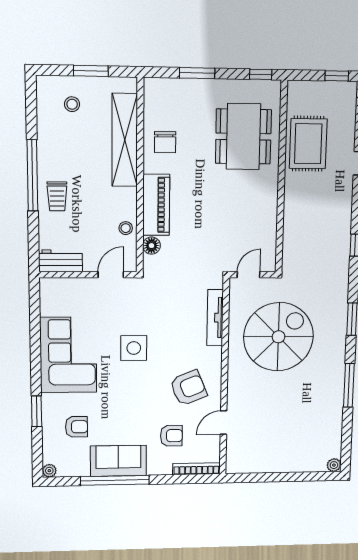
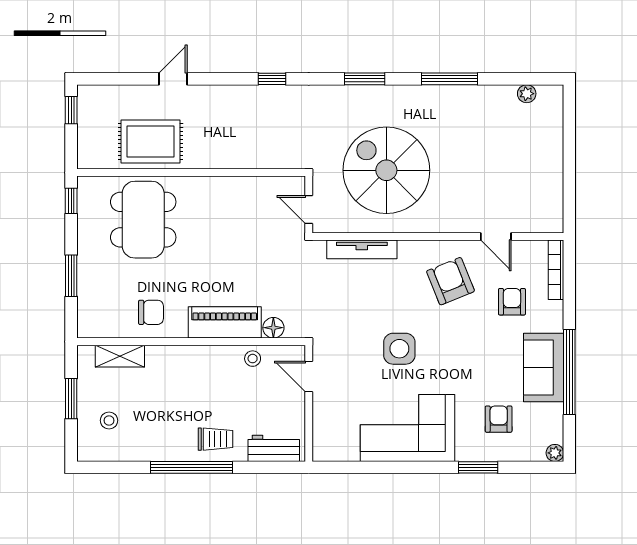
dining table: (243, 137) -> (143, 220), turned 90
shelving: (125, 140) -> (120, 356), width x0.45, depth x0.75
workbench: (61, 261) -> (274, 448), moved, turned 90
plant: (334, 465) -> (527, 94), moved

